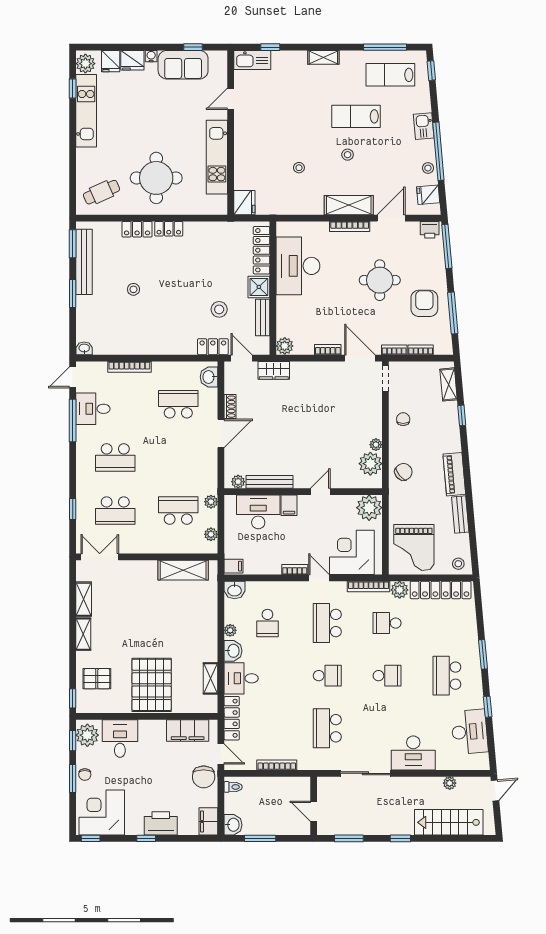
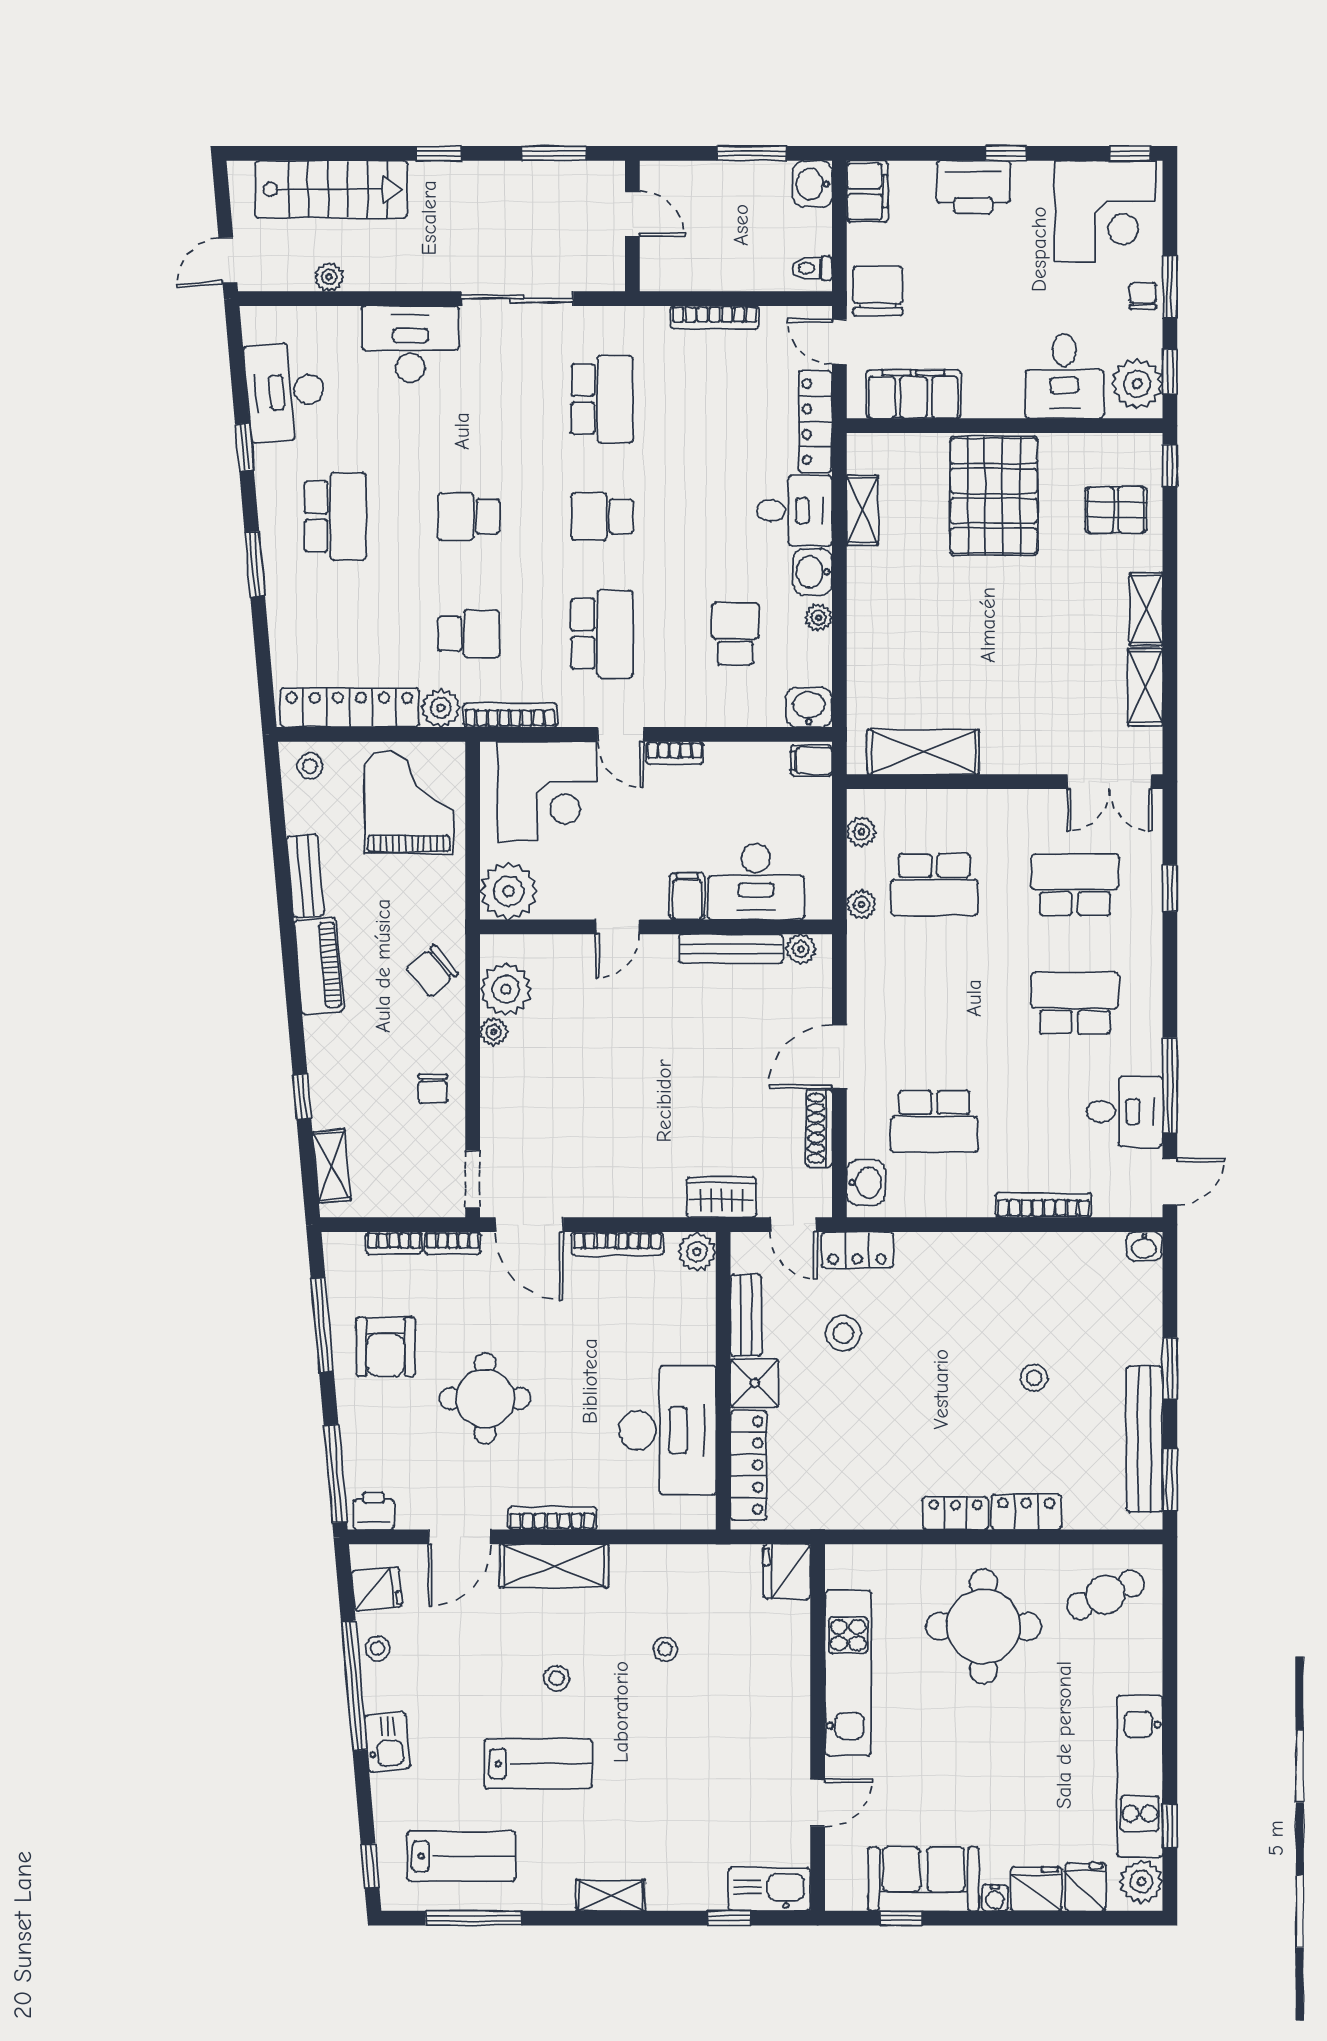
bookcase: (328, 350) -> (617, 1244), width x1.56
shoe rack: (230, 407) -> (819, 1128), width x1.43

